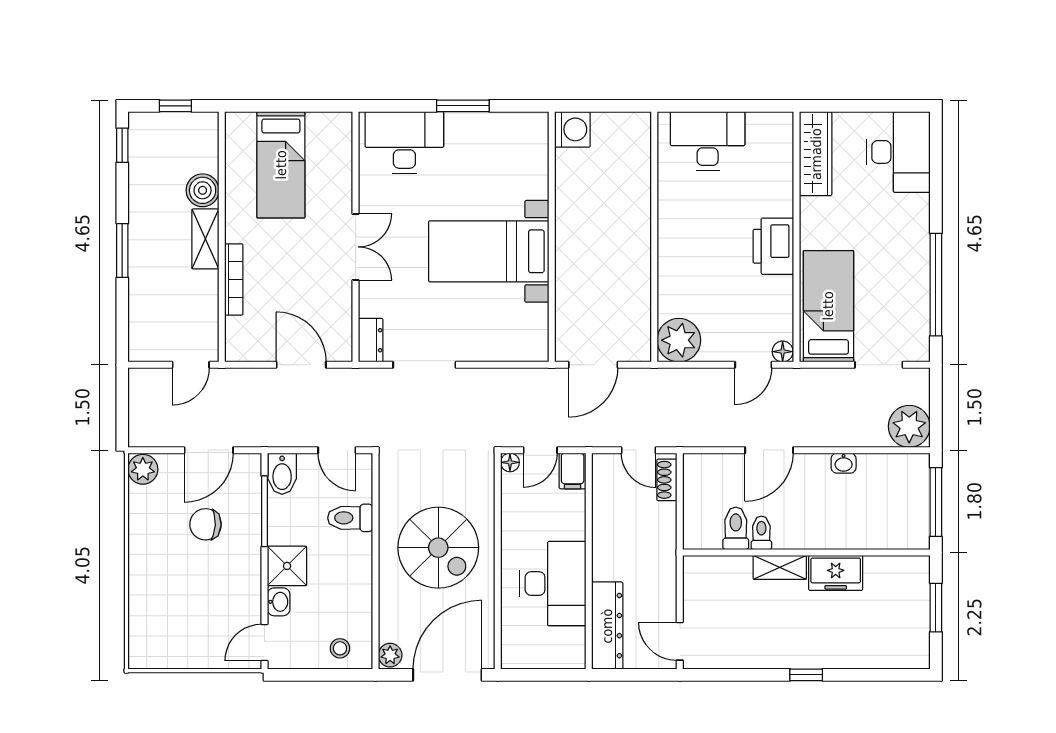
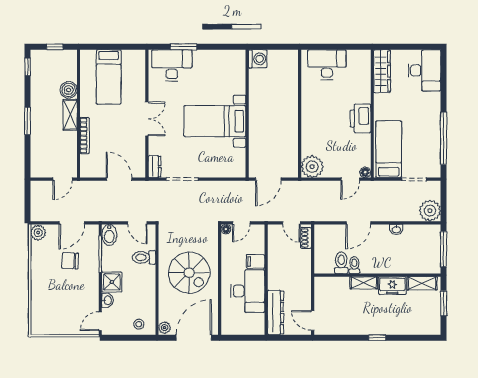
window: (463, 106) -> (183, 47), moved
filing cabinet: (573, 471) -> (256, 261), moved, turned 90
shelving: (894, 568) -> (422, 283), added

